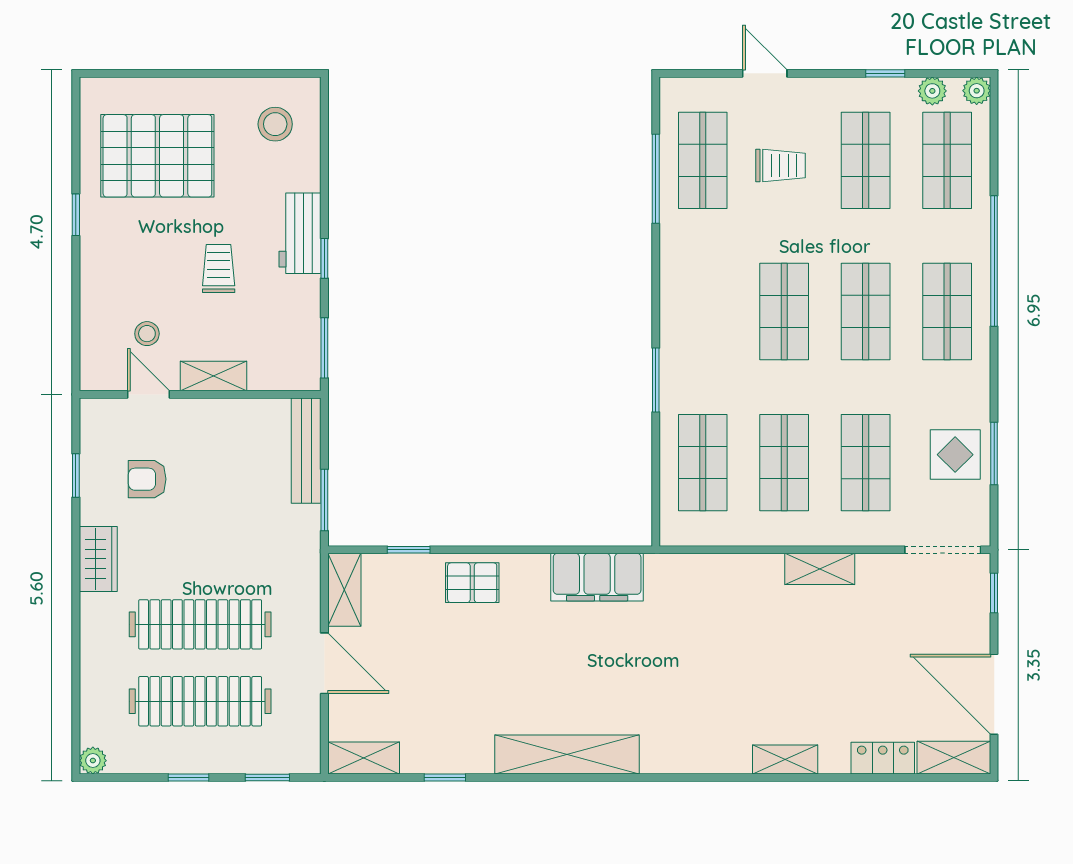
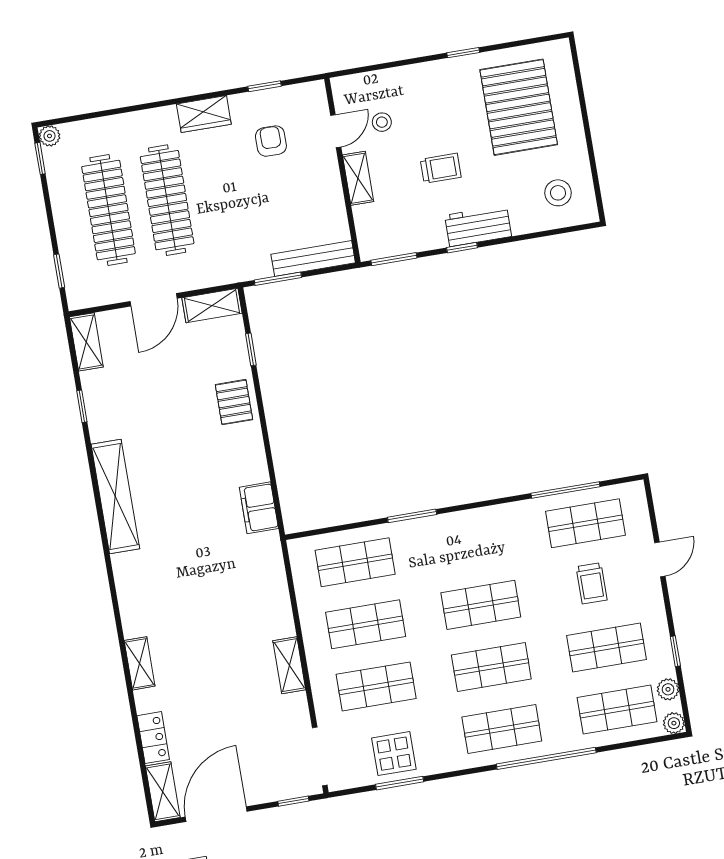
filing cabinet: (597, 577) -> (259, 508), width x0.67, depth x0.86
window: (188, 778) -> (40, 158), moved

